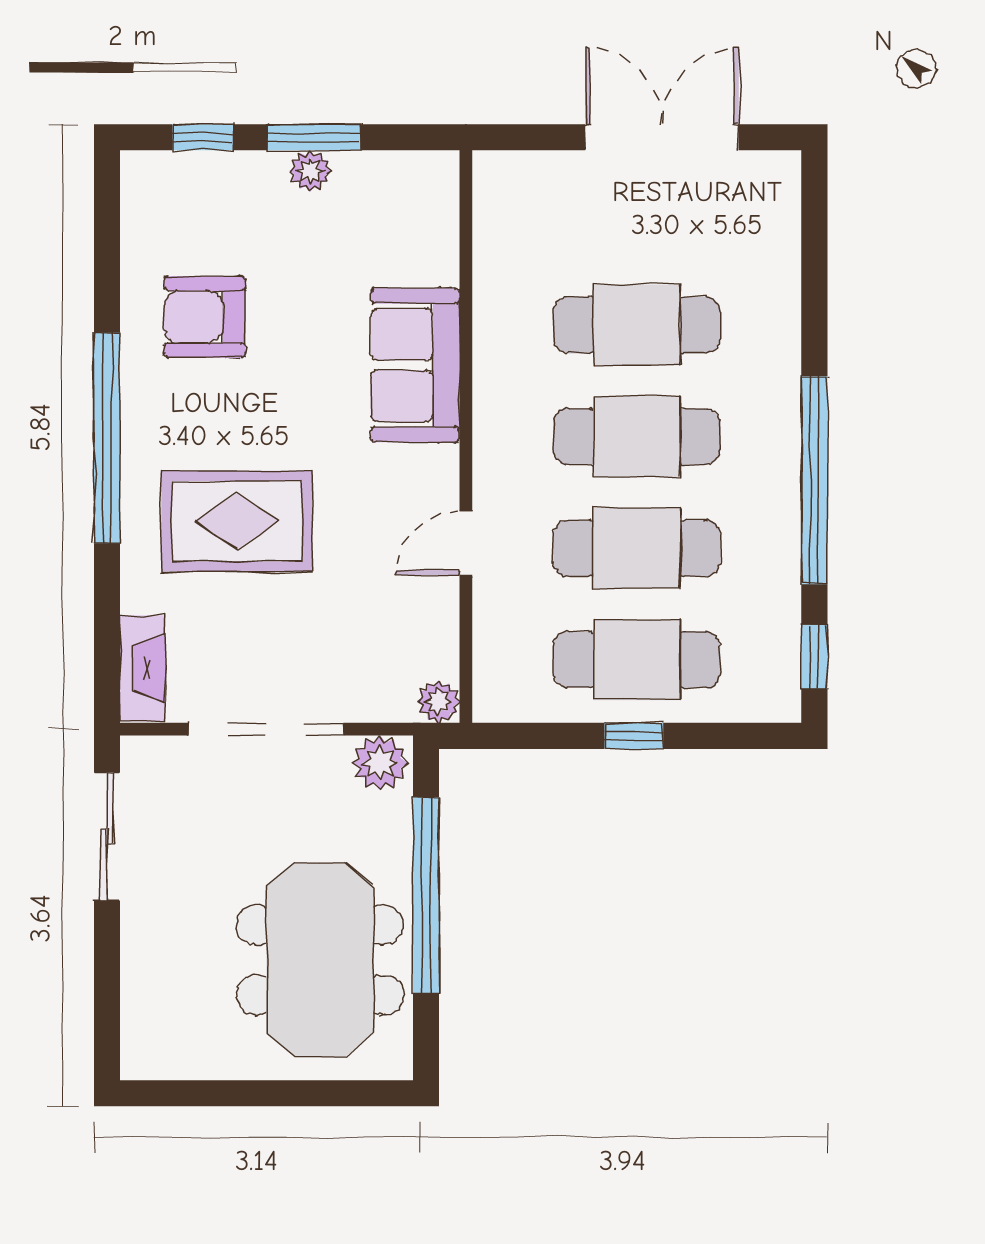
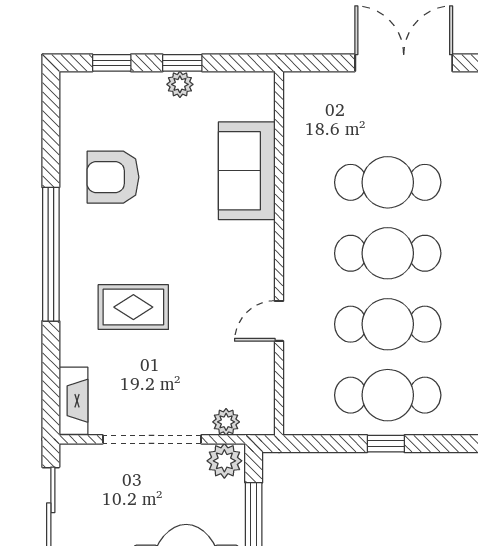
window: (314, 137) -> (182, 63), width x0.67
sofa: (415, 365) -> (247, 171), moved
rug: (237, 521) -> (133, 307), width x0.73, depth x0.70
plant: (438, 702) -> (226, 422), moved

